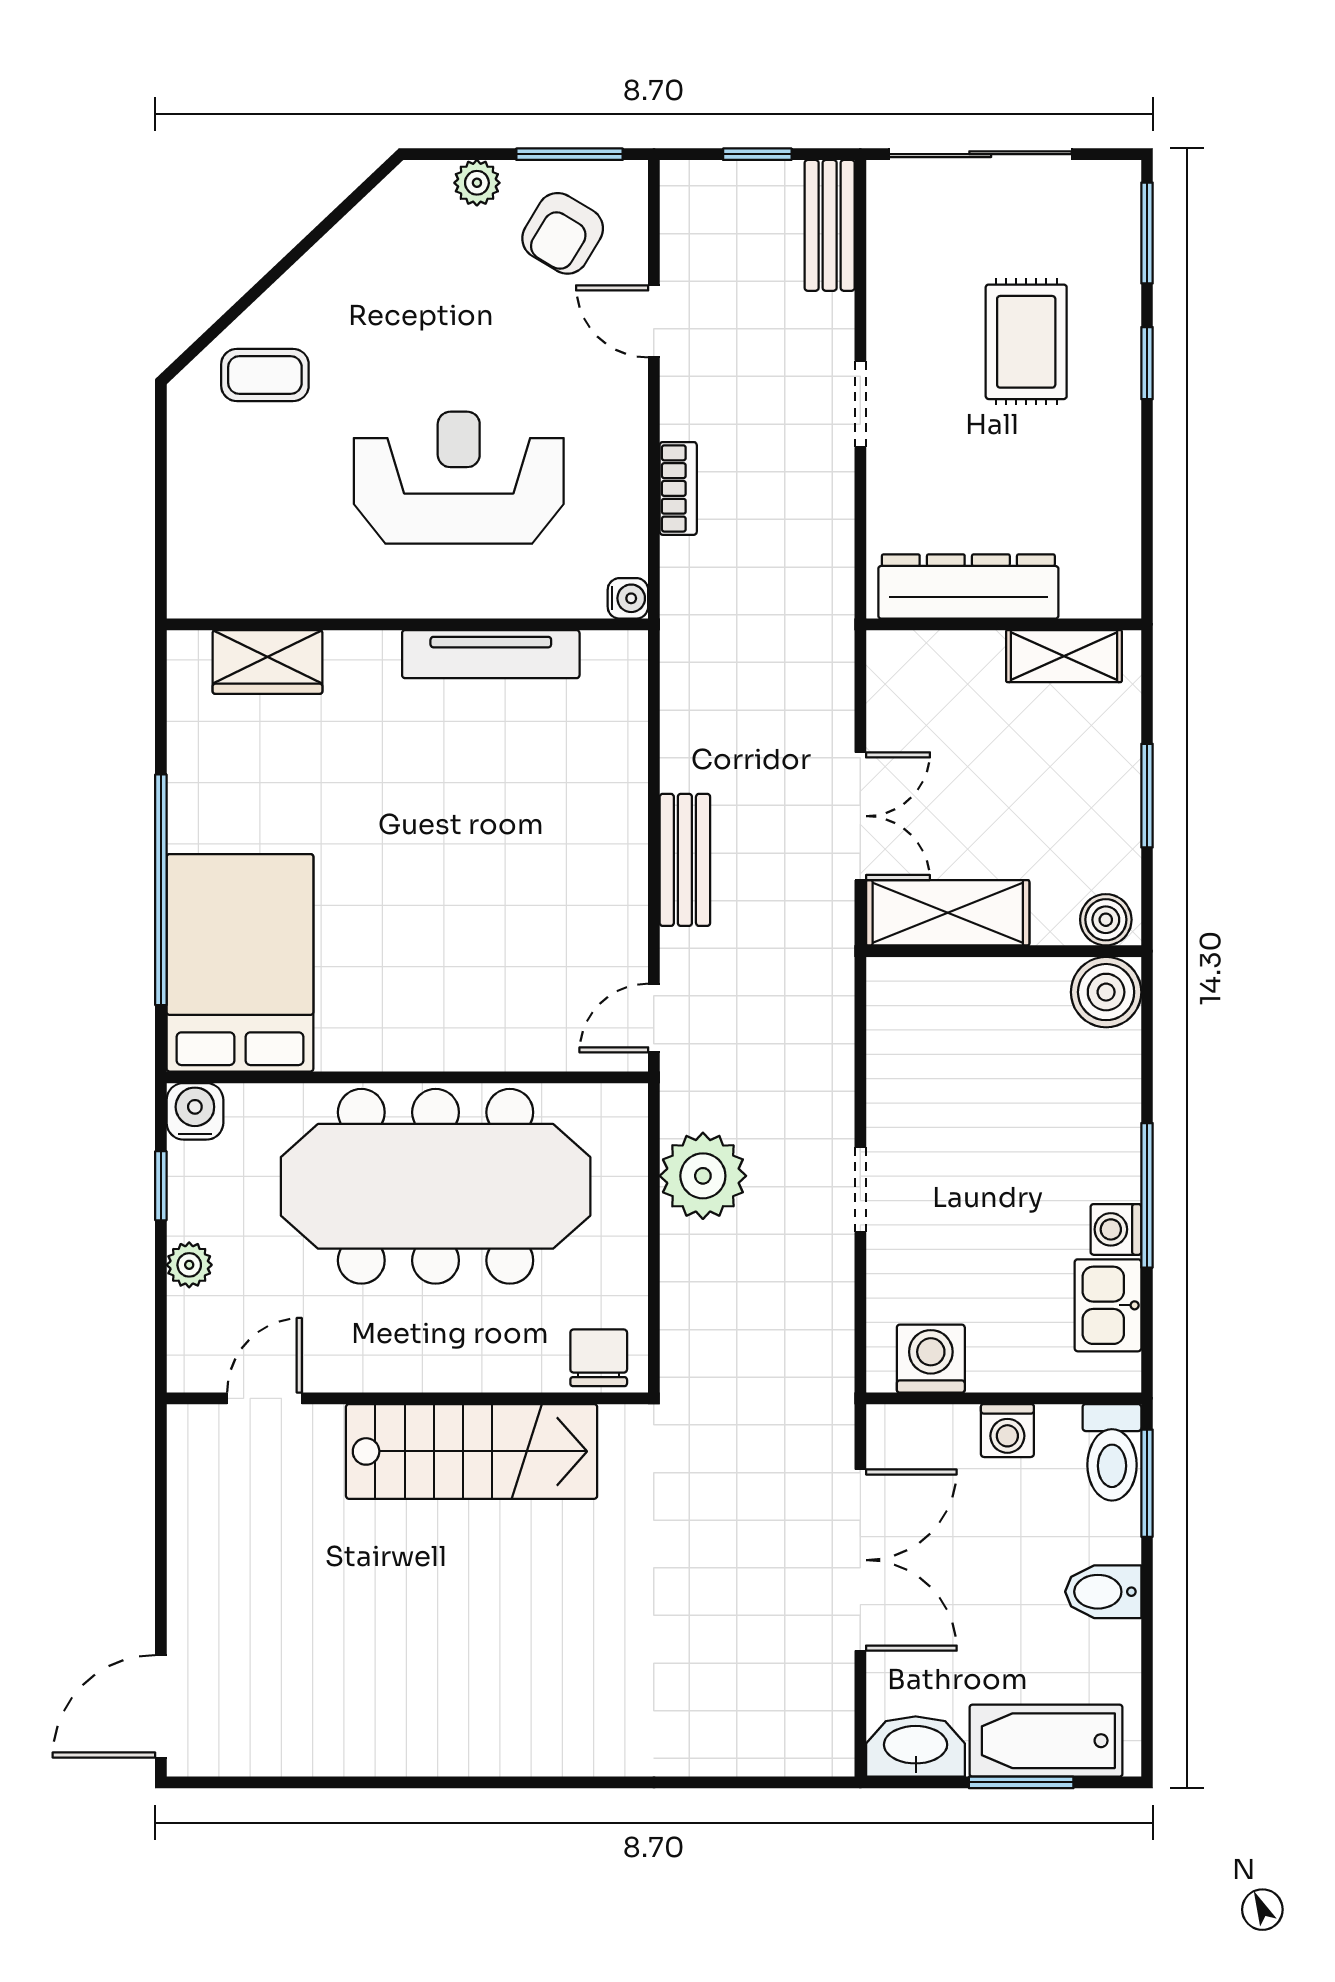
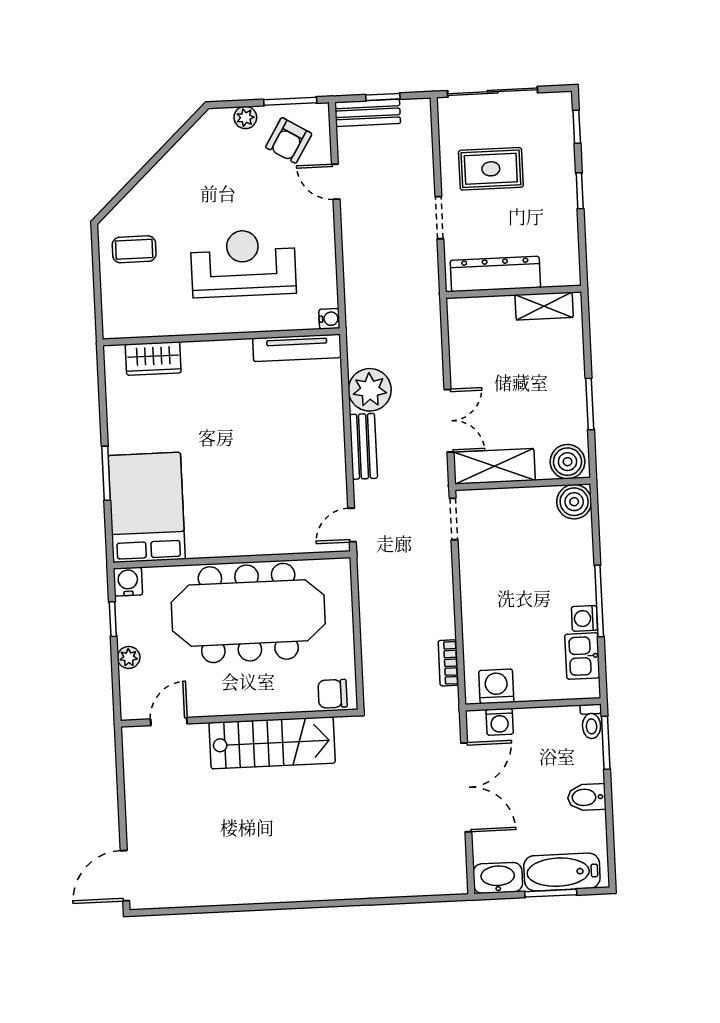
bench: (830, 225) -> (368, 113), moved, turned 90
window: (1147, 233) -> (577, 127), width x0.67
rug: (1026, 342) -> (491, 169), moved, turned 90
coffee table: (265, 375) -> (134, 249), moved
bookcase: (678, 488) -> (448, 663), moved, turned 180
dresser: (968, 586) -> (495, 274), moved
wall: (1004, 624) -> (514, 292), moved
tv unit: (491, 654) -> (297, 348), moved
shelving: (1064, 656) -> (544, 306), moved
window: (161, 890) -> (106, 473), width x0.47
boiler: (1106, 920) -> (568, 462), width x1.36, depth x1.36
plant: (703, 1176) -> (370, 390), moved
doorway: (860, 1190) -> (454, 519), moved
chair: (599, 1358) -> (333, 694), turned -90
washing machine: (1007, 1431) -> (500, 722), moved
toilet: (1112, 1452) -> (591, 722), width x0.73, depth x0.72

